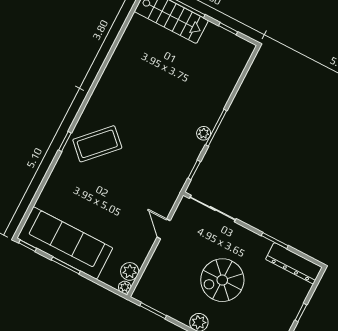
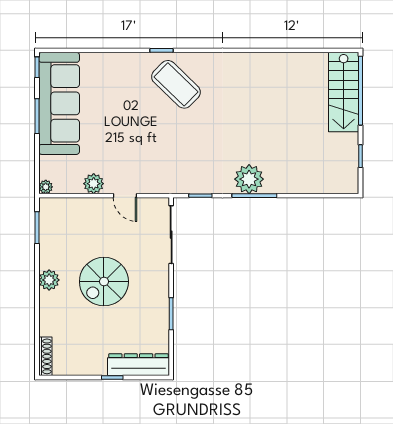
plant: (204, 133) -> (249, 179), width x1.87, depth x1.87
door: (164, 229) -> (125, 196), swing flipped
dresser: (294, 263) -> (138, 365), moved, turned 90
plant: (130, 271) -> (94, 184), moved
spiral stairs: (222, 280) -> (104, 282), turned -90

